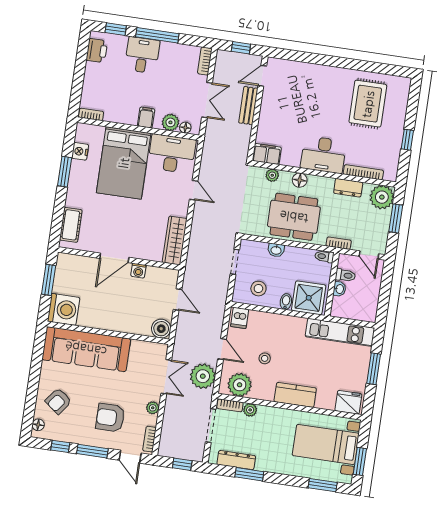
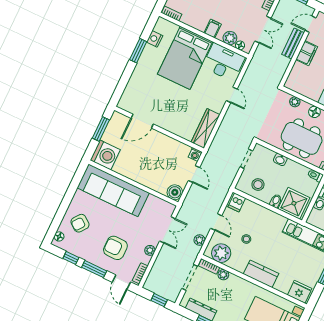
filing cabinet: (267, 154) -> (307, 53), moved, turned 90
cot: (71, 225) -> (130, 92), removed
door: (114, 258) -> (142, 121), moved
washing machine: (138, 271) -> (195, 155), moved
plant: (203, 376) -> (199, 240), width x0.53, depth x0.53

